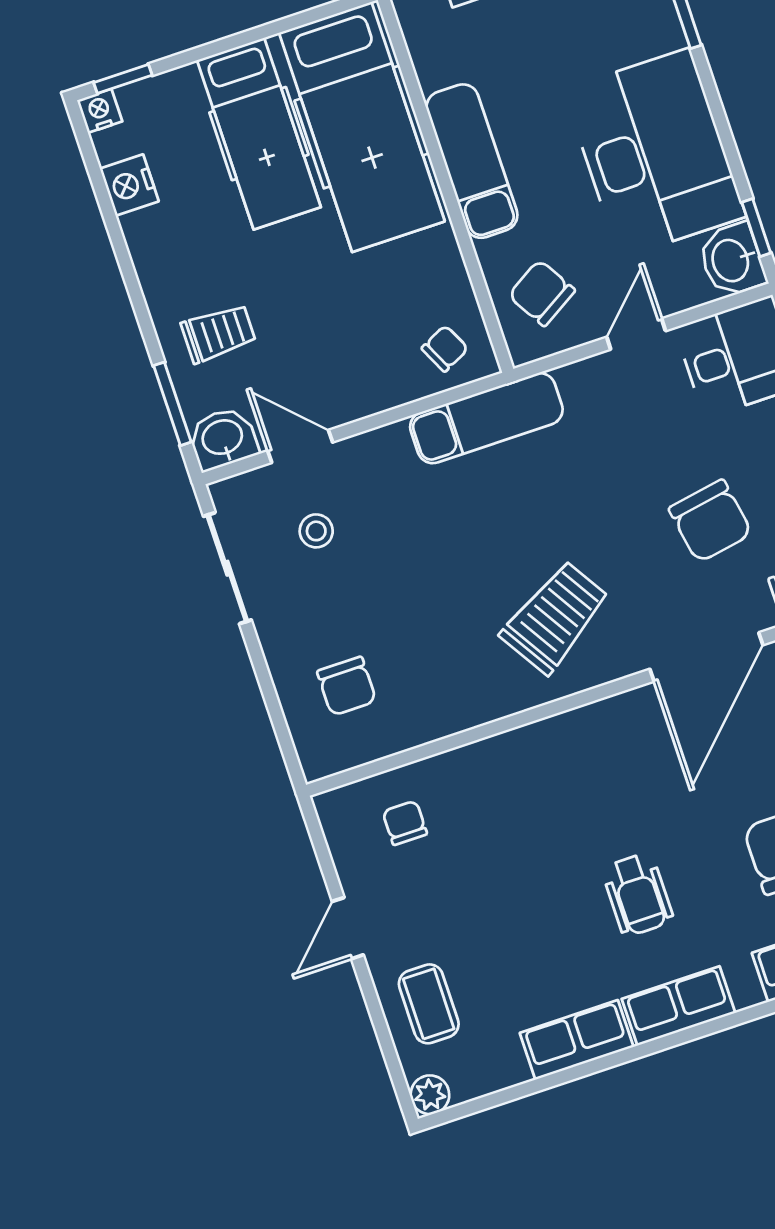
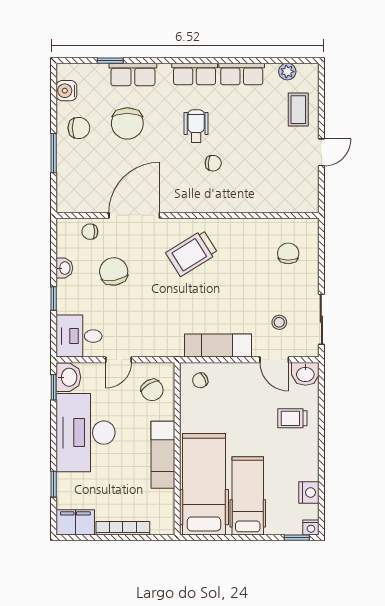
window: (172, 404) -> (321, 395), removed
exam couch: (486, 418) -> (218, 346), moved
chair: (405, 823) -> (213, 163), moved, turned -86
plant: (430, 1095) -> (287, 72), moved

